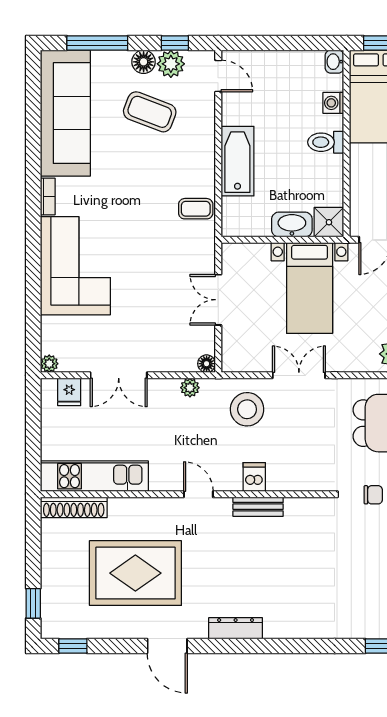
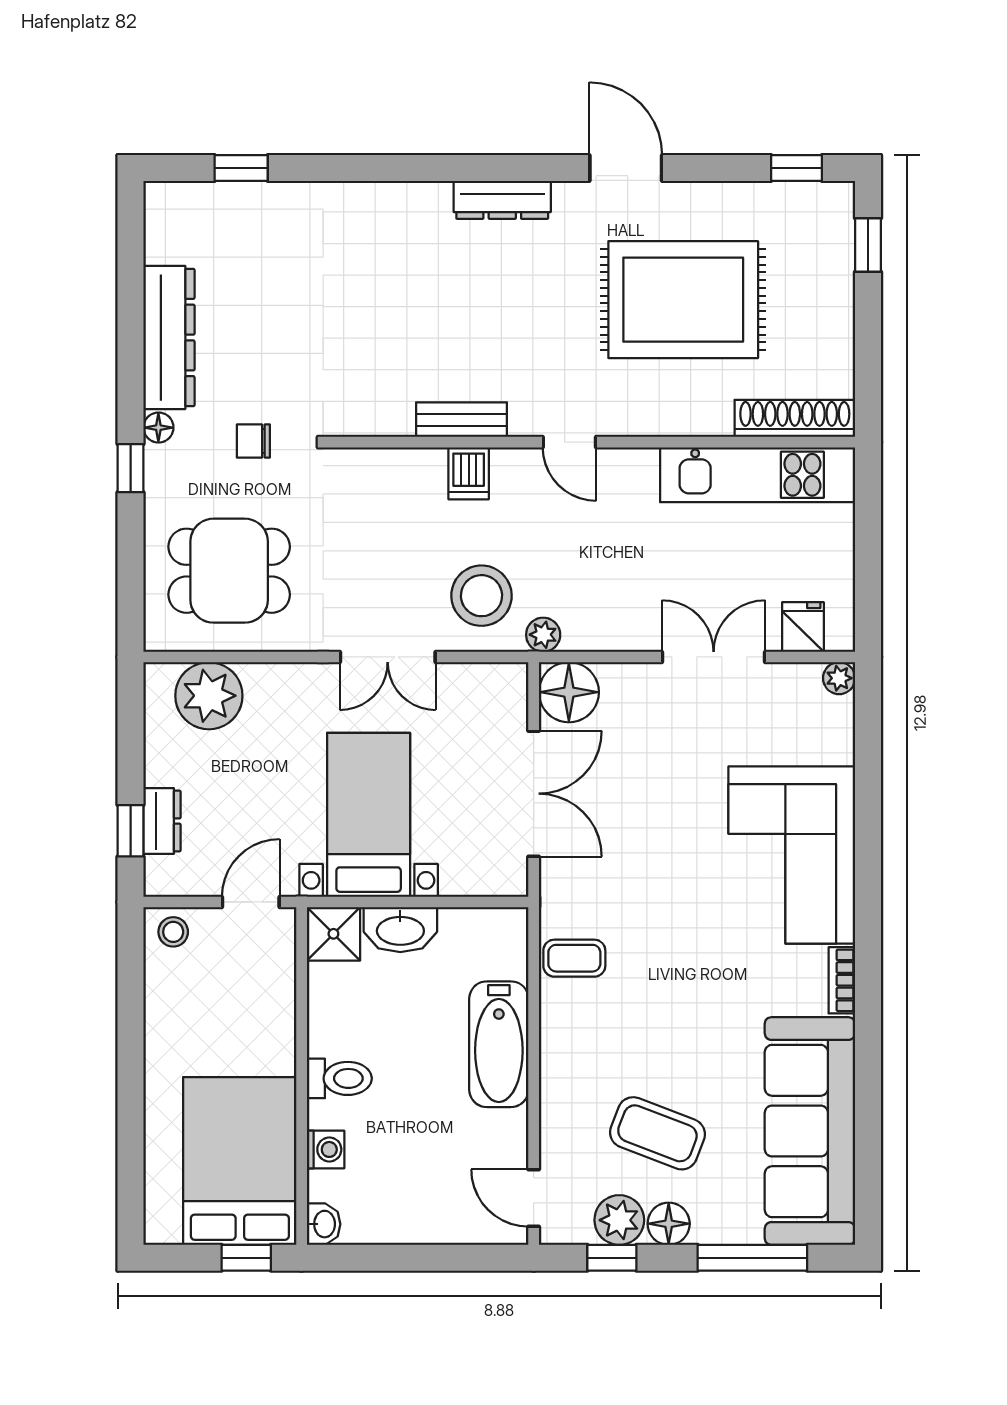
double door: (218, 300) -> (534, 794), width x1.37
floor lamp: (207, 364) -> (569, 692), width x1.89, depth x1.89
plant: (190, 388) -> (543, 635), moved

